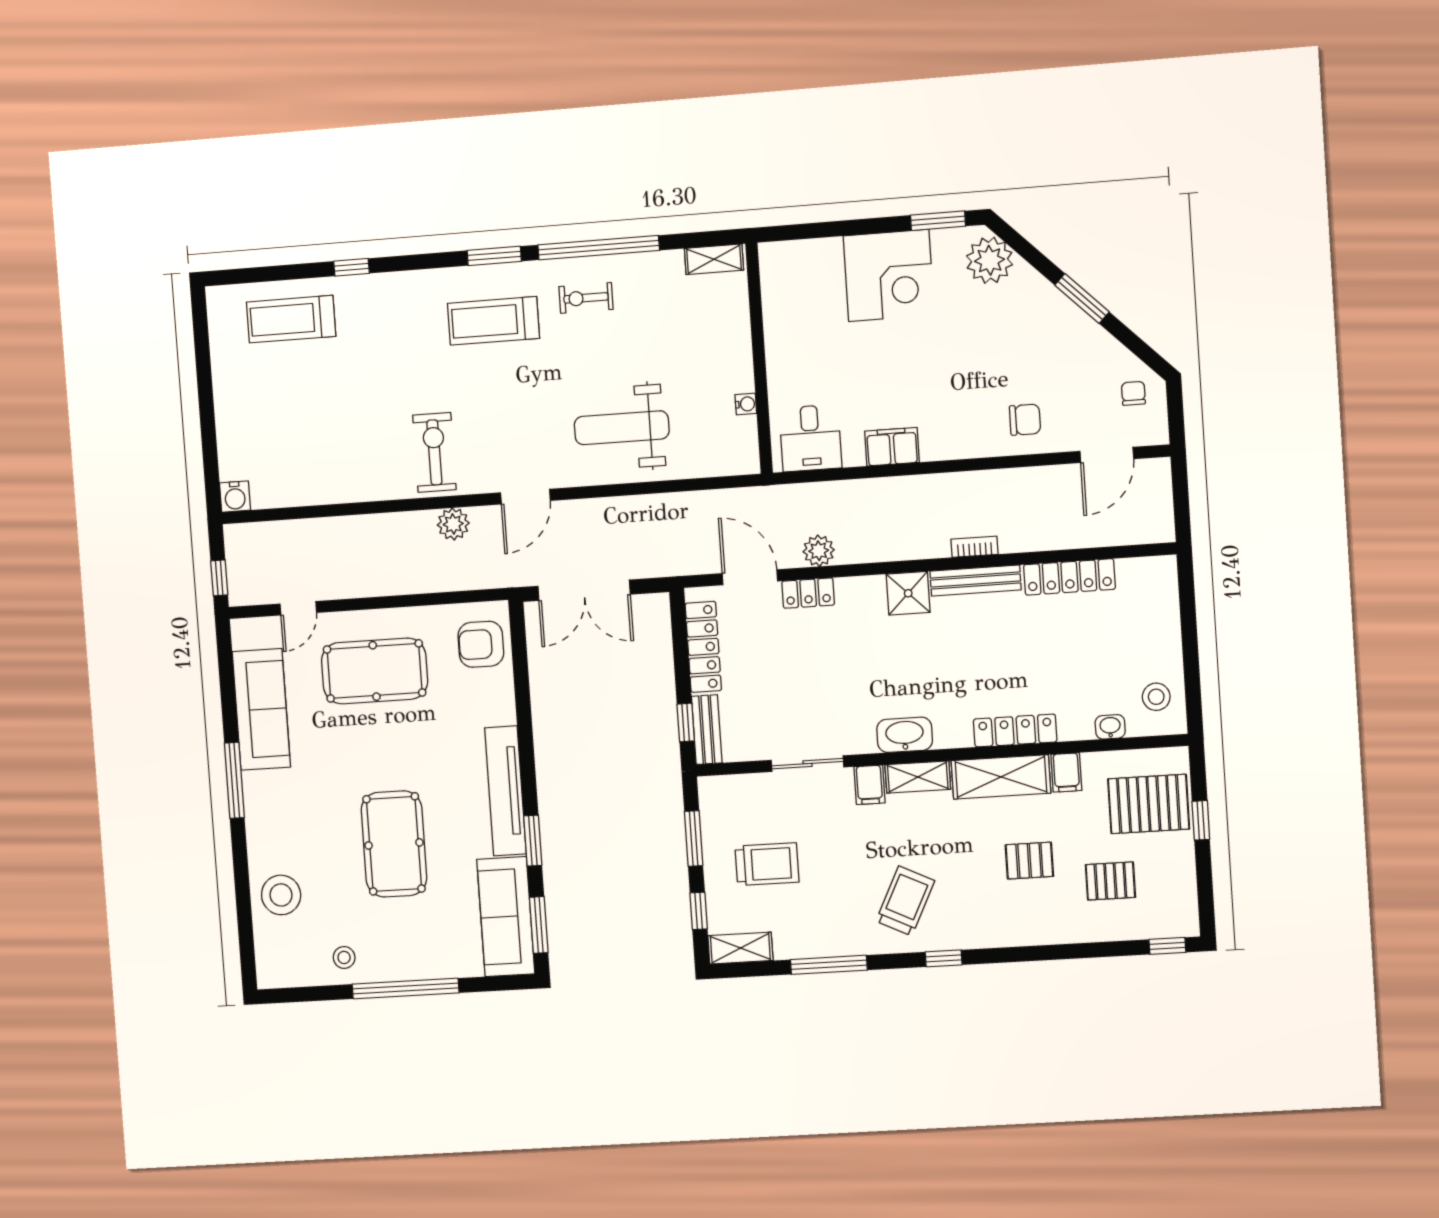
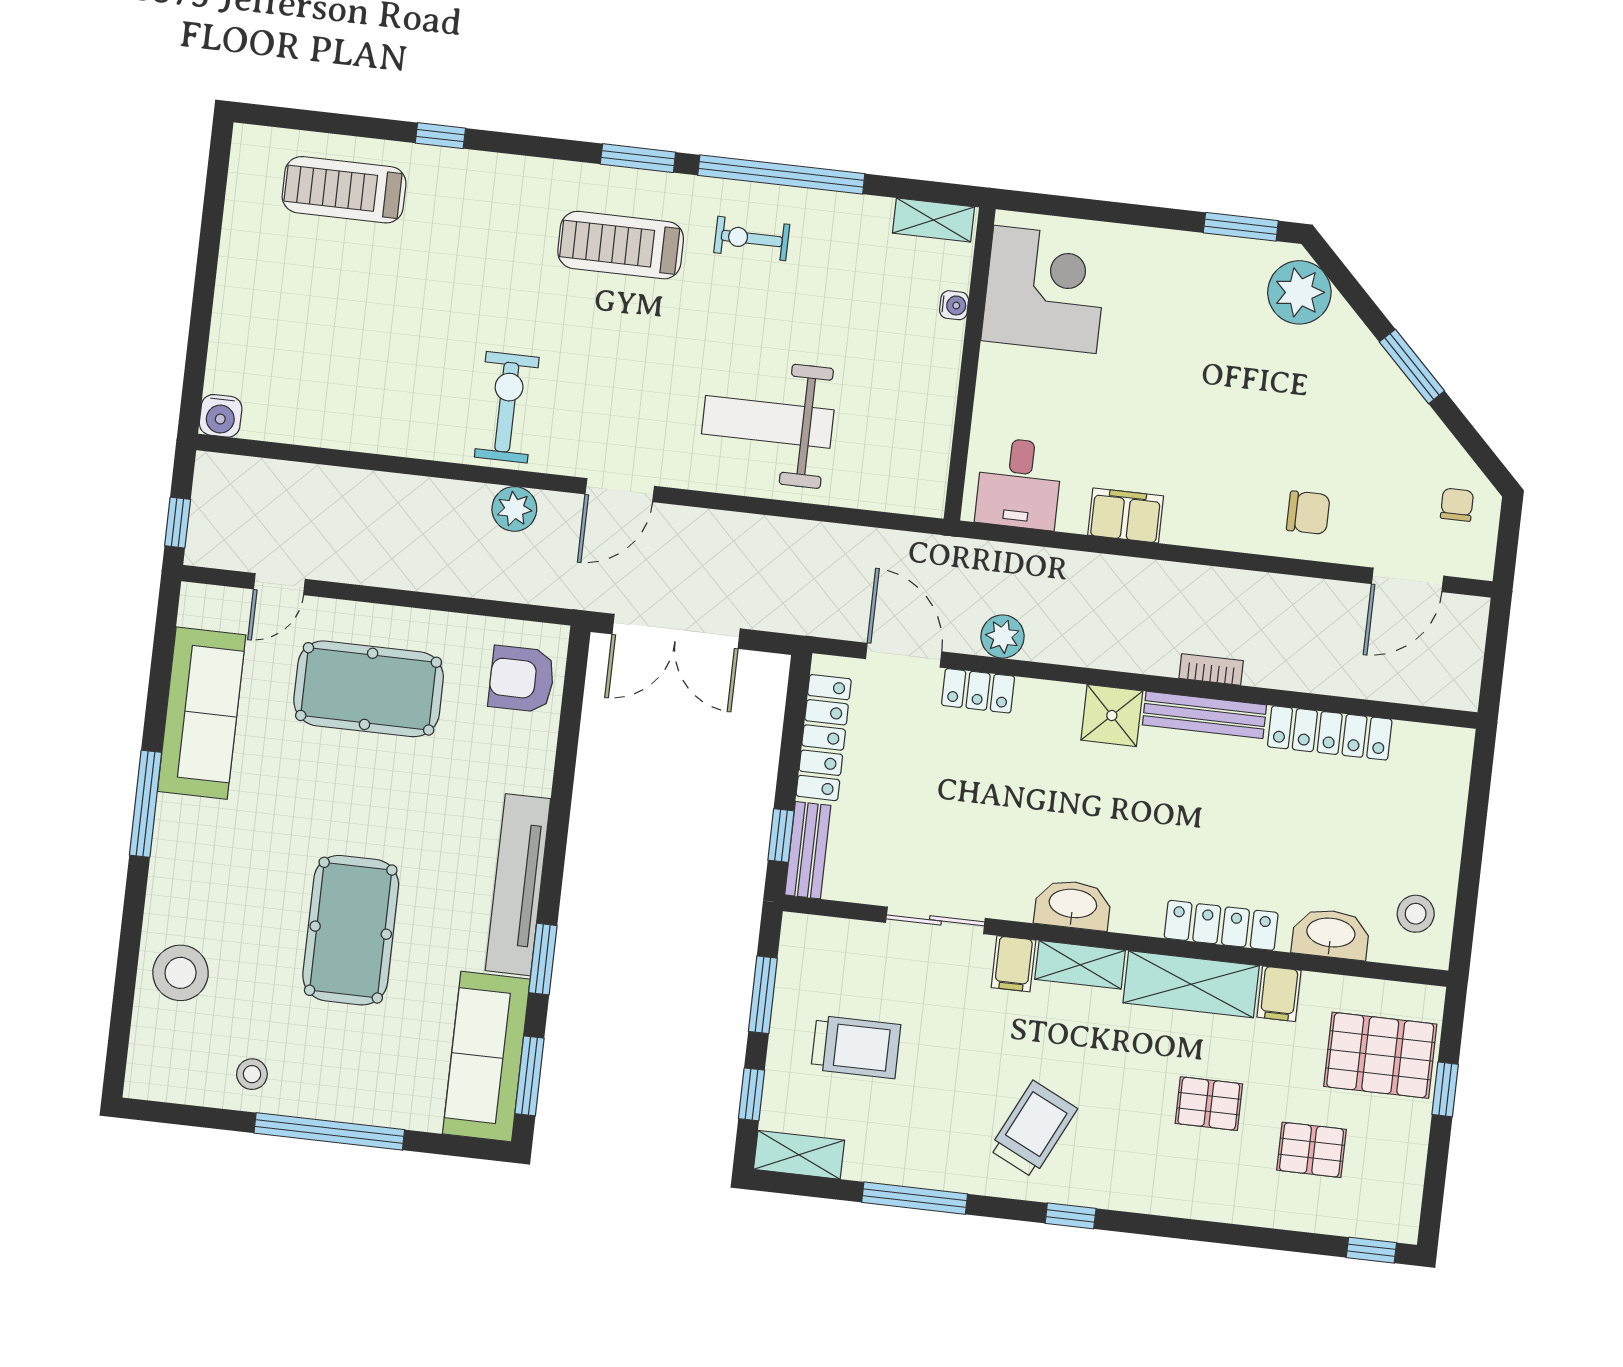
corner desk: (889, 275) -> (1045, 289), moved, turned -90
water cooler: (746, 404) -> (954, 305), moved
washbasin: (1110, 727) -> (1331, 934), width x1.91, depth x1.45

